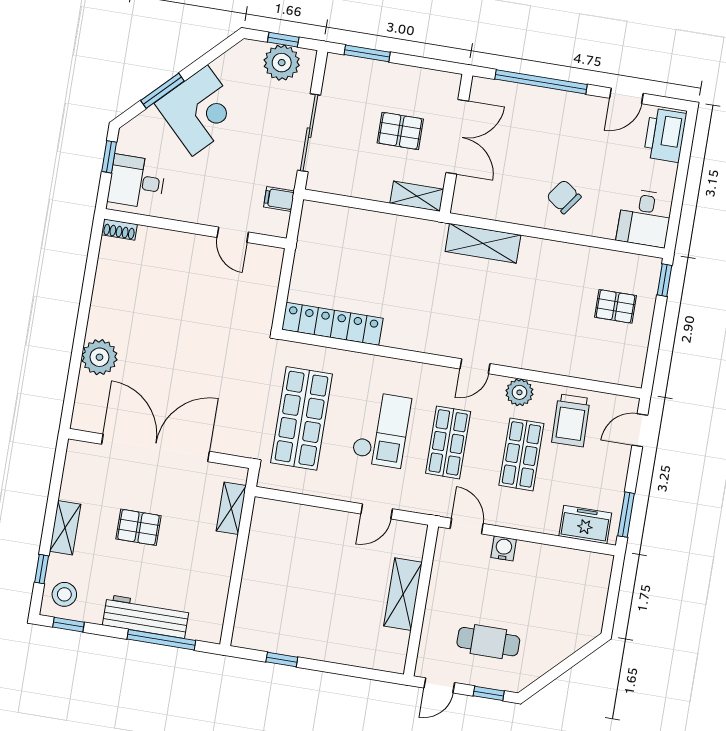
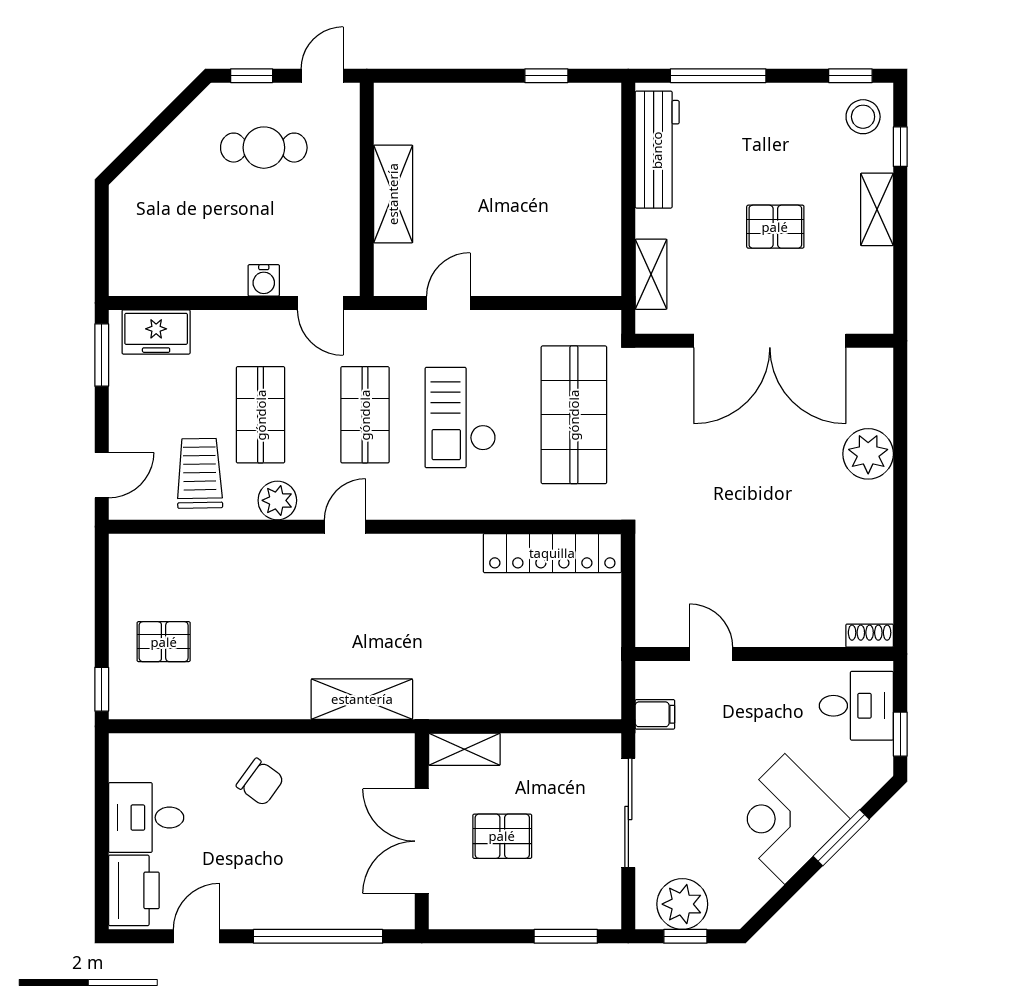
desk: (645, 218) -> (146, 818), moved, turned -90
workbench: (146, 617) -> (657, 150), moved, turned -90

